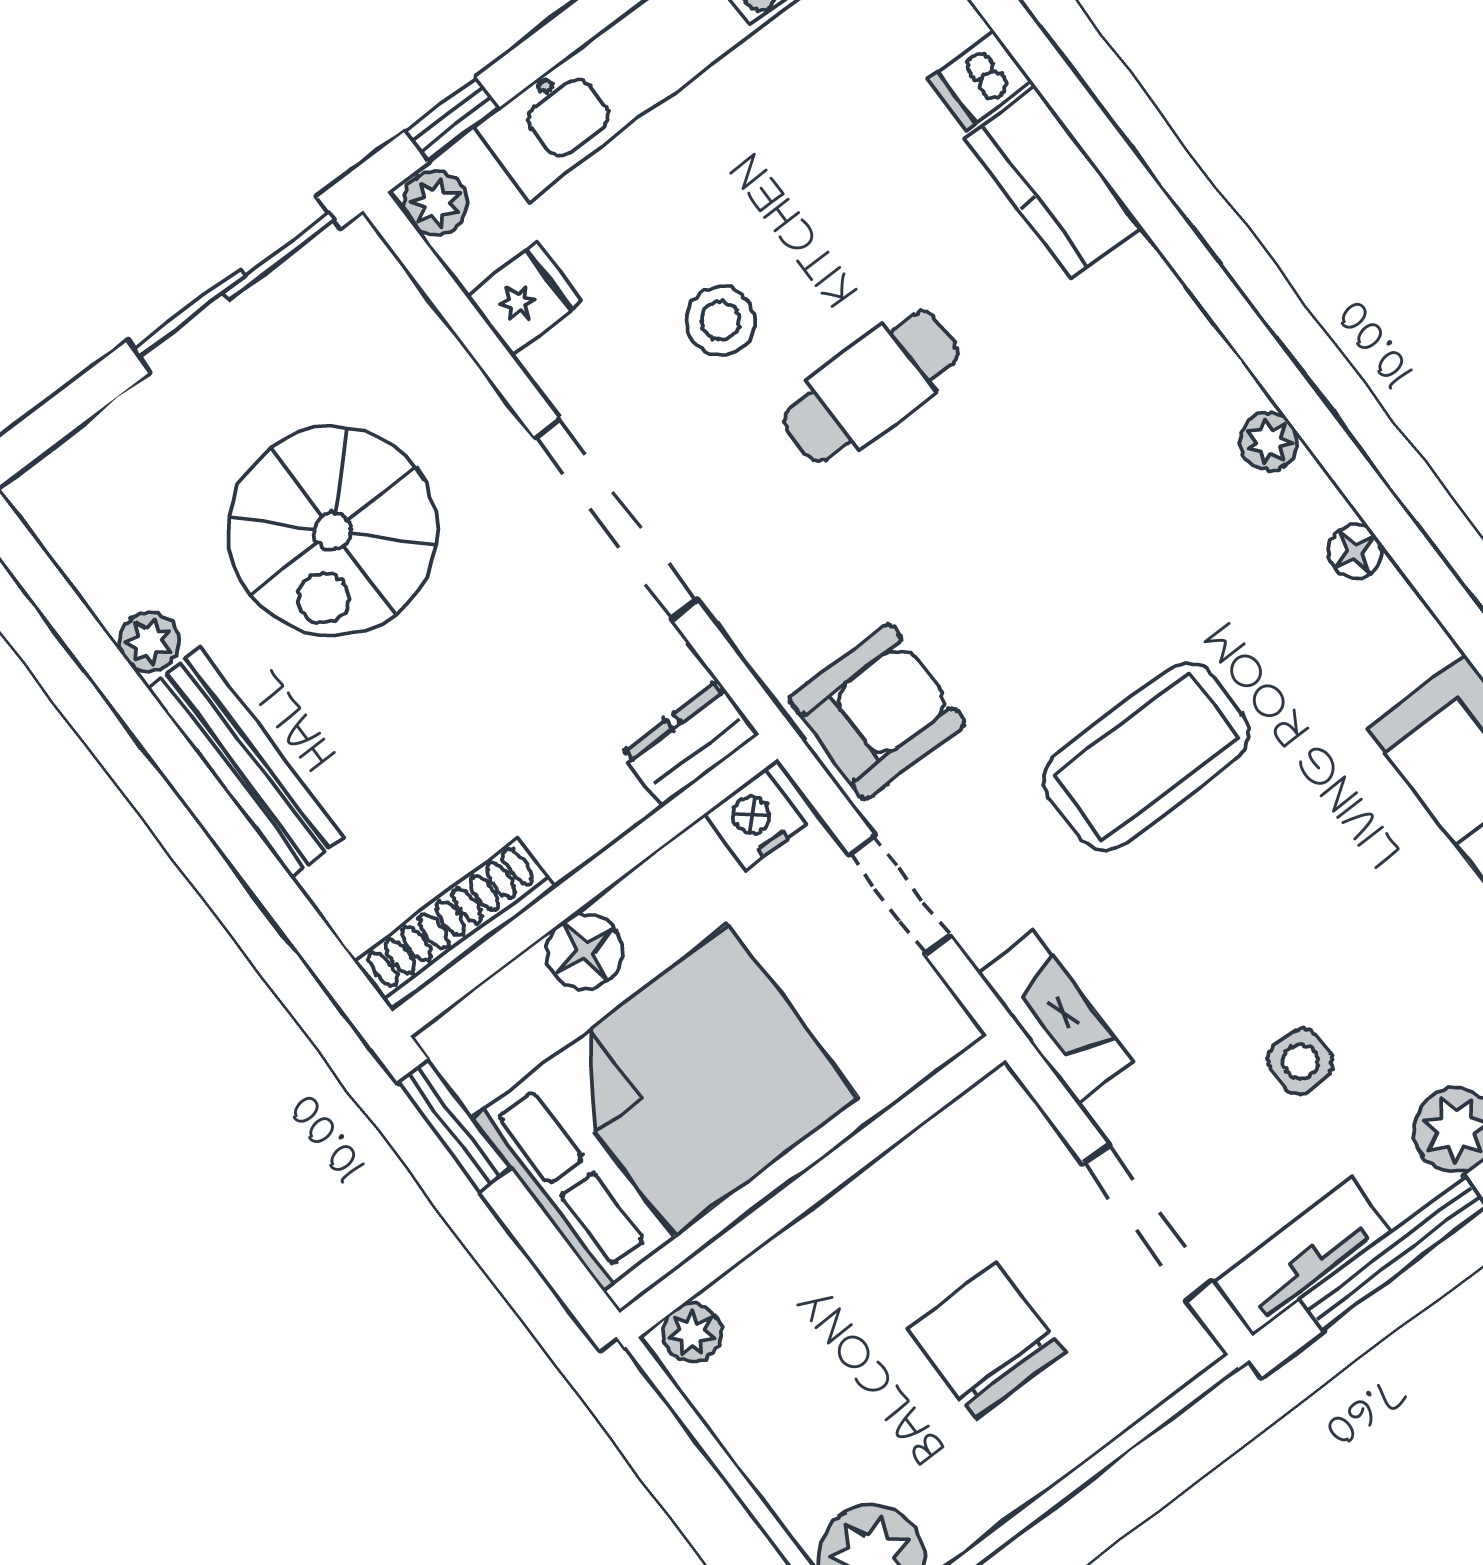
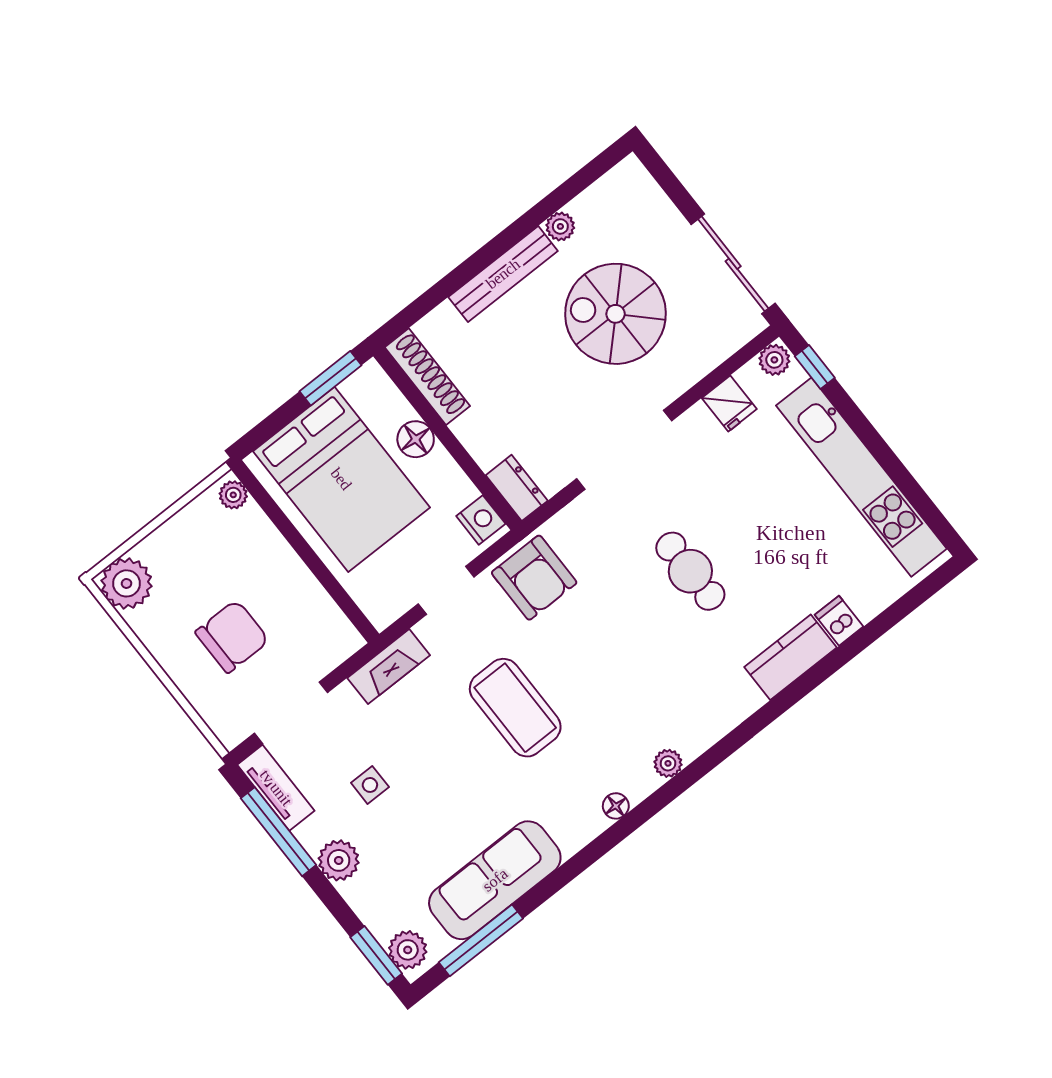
stool: (721, 321) -> (721, 498), removed

